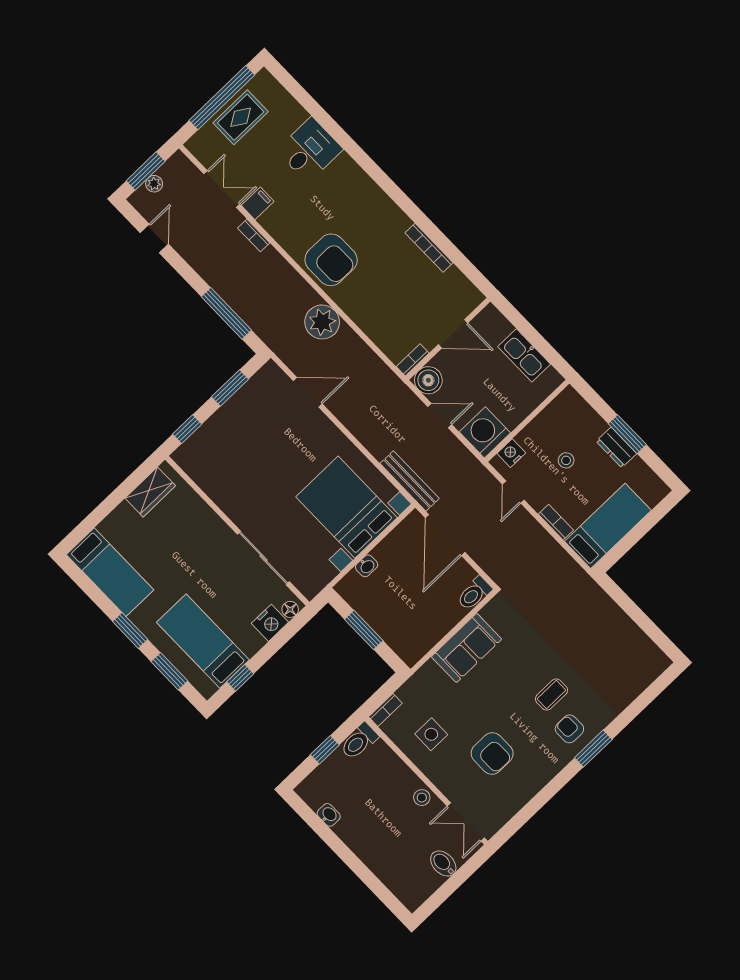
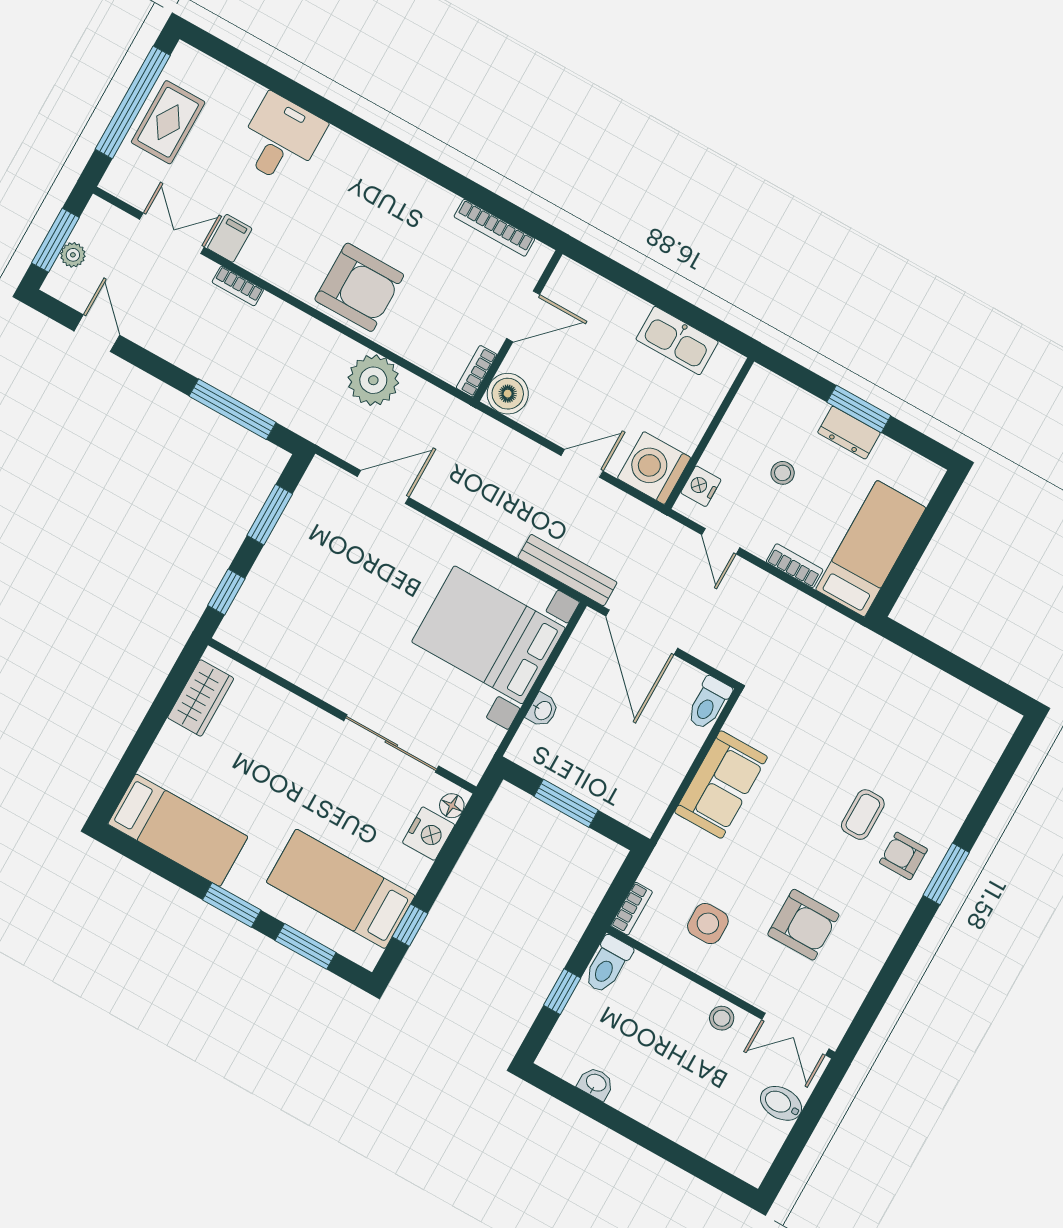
door: (453, 334) -> (523, 316), moved
wall: (448, 339) -> (518, 326), moved
bookcase: (413, 360) -> (476, 371), moved
boiler: (428, 380) -> (508, 394), moved

